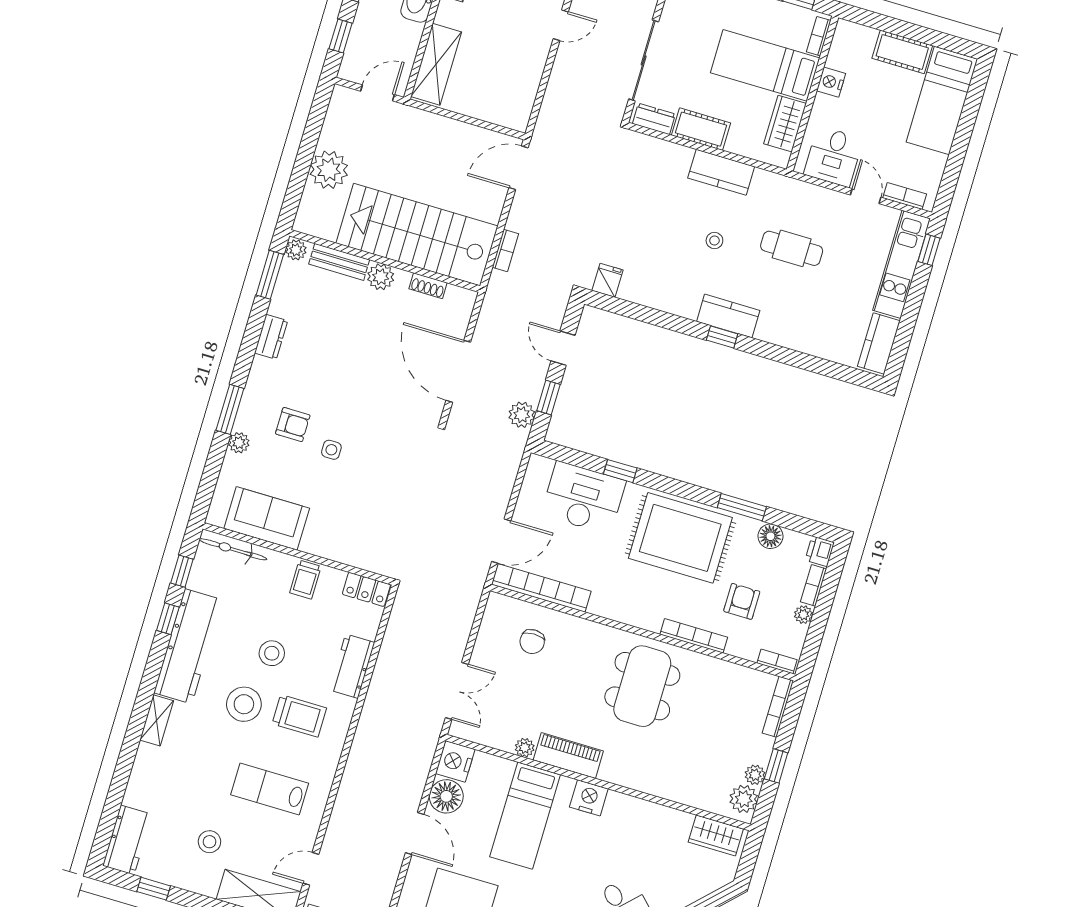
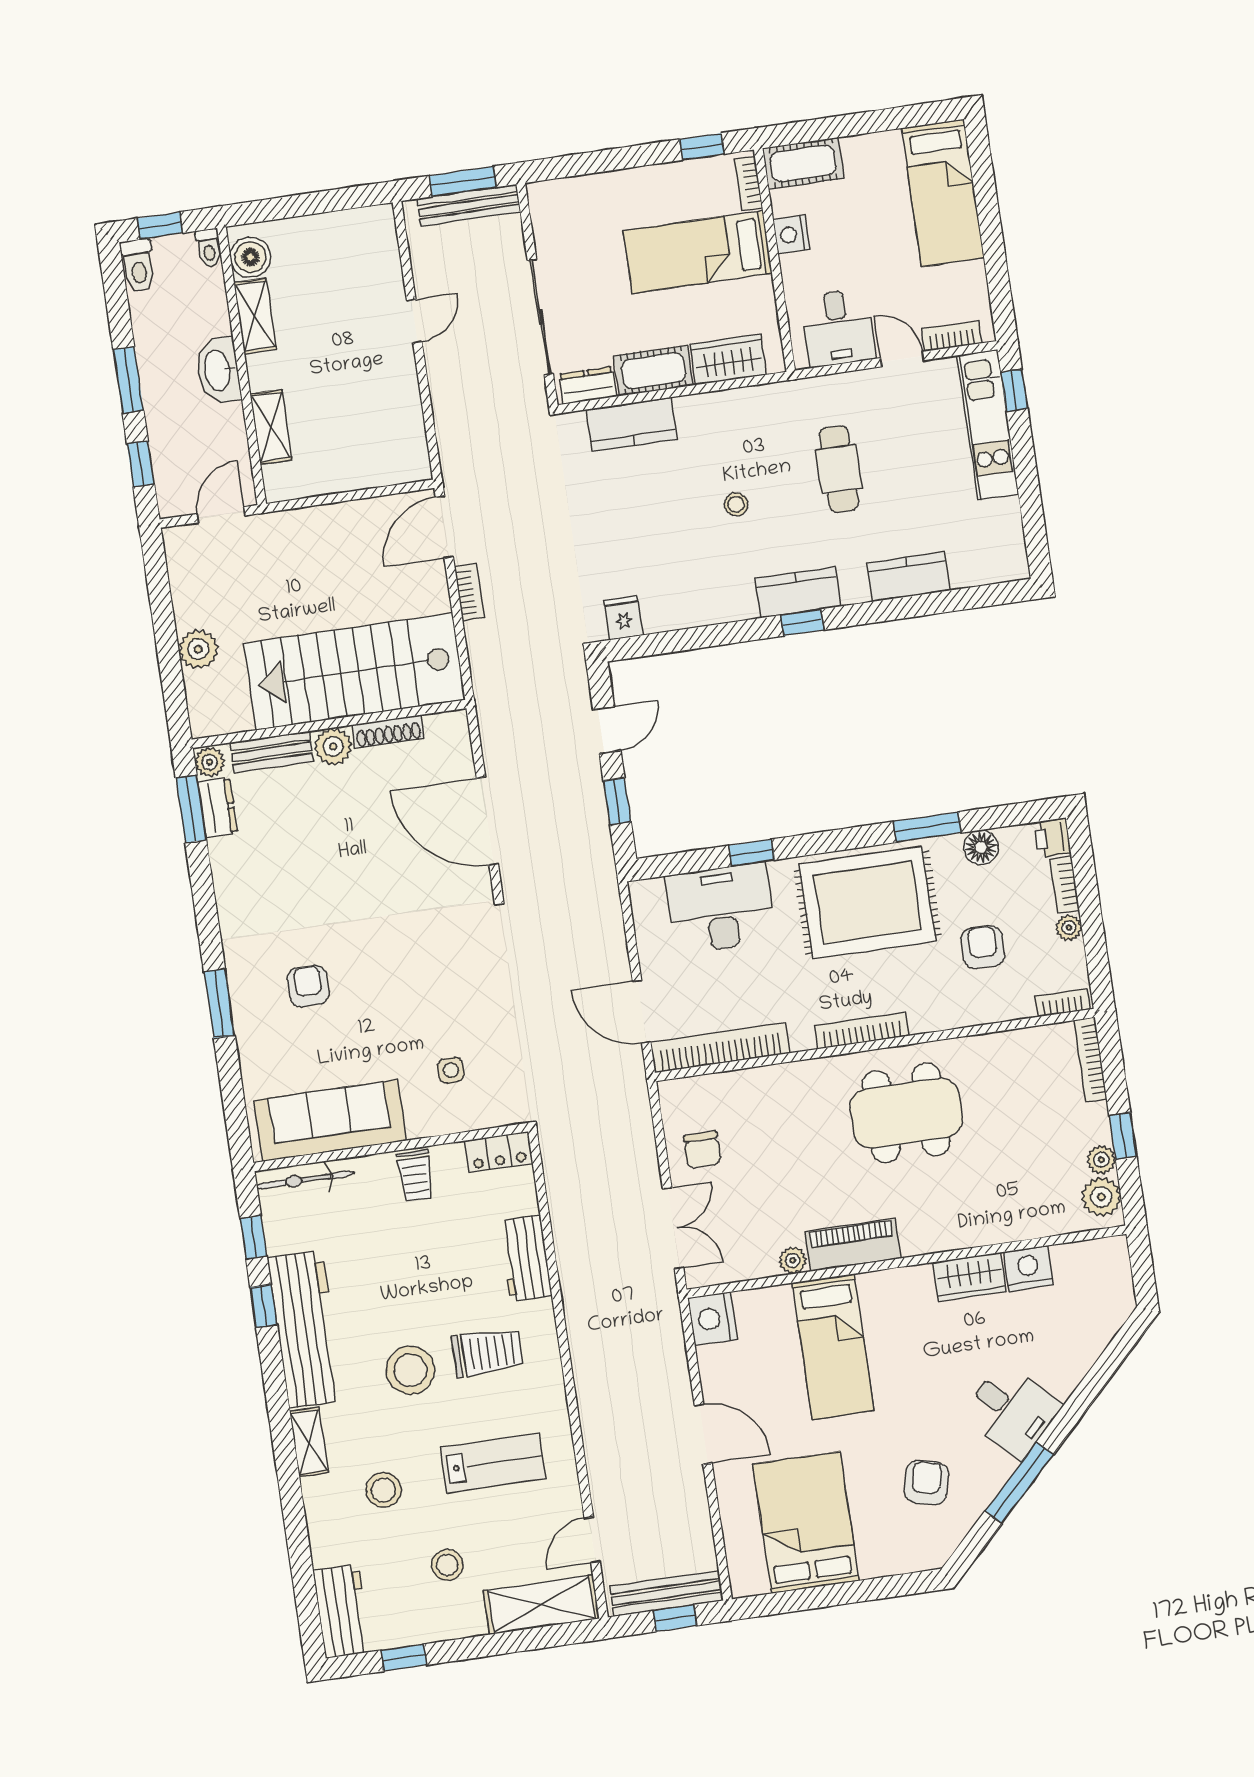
cot: (902, 52) -> (803, 163), moved
shelving: (436, 64) -> (271, 427), width x0.67, depth x0.75
wardrobe: (785, 124) -> (728, 359), moved, turned 90
plant: (329, 170) -> (198, 649), width x0.73, depth x0.73
kitchen counter: (721, 172) -> (632, 424), moved
cafe table: (792, 248) -> (839, 469), turned 90
bookcase: (505, 250) -> (469, 592), moved
shoe rack: (428, 286) -> (388, 732), width x1.43
dresser: (271, 337) -> (217, 807), moved
kitchen counter: (879, 343) -> (908, 577), moved, turned 90
door: (563, 348) -> (607, 730), swing flipped
plant: (522, 415) -> (594, 839), removed
armchair: (293, 425) -> (308, 986), turned -90
plant: (239, 443) -> (250, 1041), removed
side table: (331, 450) -> (451, 1070), moved
sofa: (267, 518) -> (330, 1121), width x1.36
door: (501, 541) -> (642, 1012), swing flipped
bookcase: (694, 636) -> (862, 1031), moved
chair: (532, 642) -> (702, 1150), moved
stool: (272, 653) -> (383, 1490), moved
dining table: (642, 686) -> (906, 1113), turned 90
lab bench: (270, 789) -> (493, 1463), turned 180
floor lamp: (446, 796) -> (722, 1368), removed
nightstand: (589, 798) -> (1028, 1268), moved
wardrobe: (716, 835) -> (969, 1277), moved

